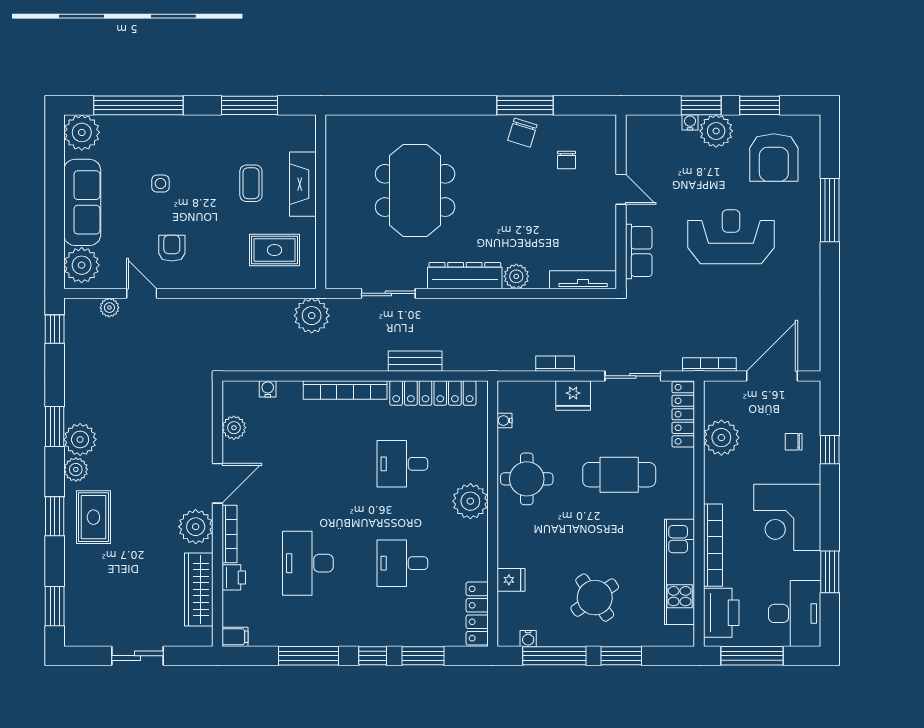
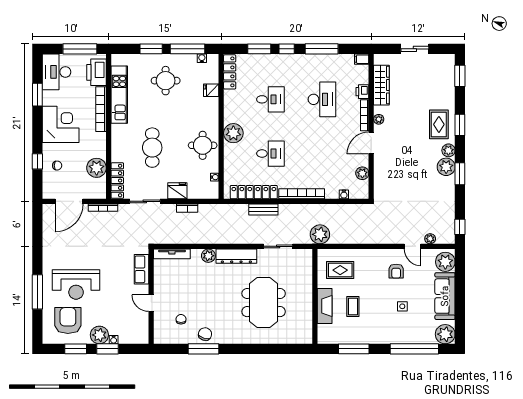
reception desk: (731, 237) -> (76, 285), moved
cafe table: (619, 475) -> (152, 148), turned 90
plant: (196, 527) -> (379, 119), width x0.53, depth x0.53
round table: (595, 598) -> (166, 81), turned 35

